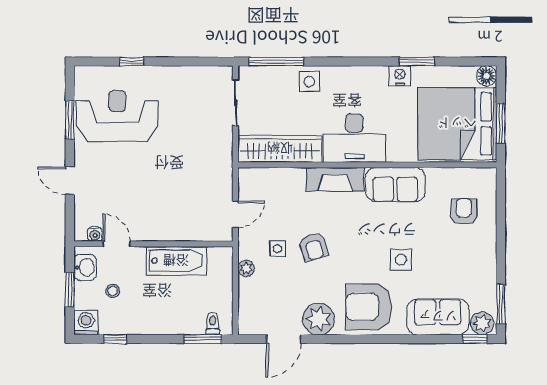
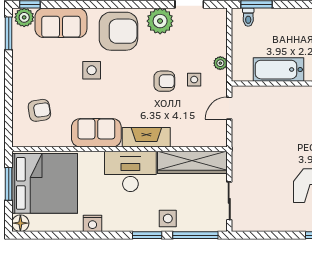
window: (417, 62) -> (147, 235), moved
armchair: (464, 212) -> (39, 110), turned -99
armchair: (313, 247) -> (164, 81), turned 106

